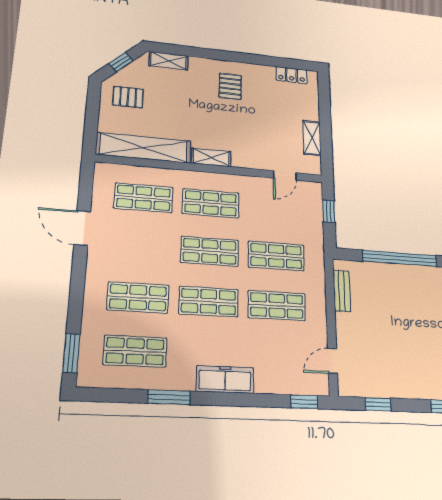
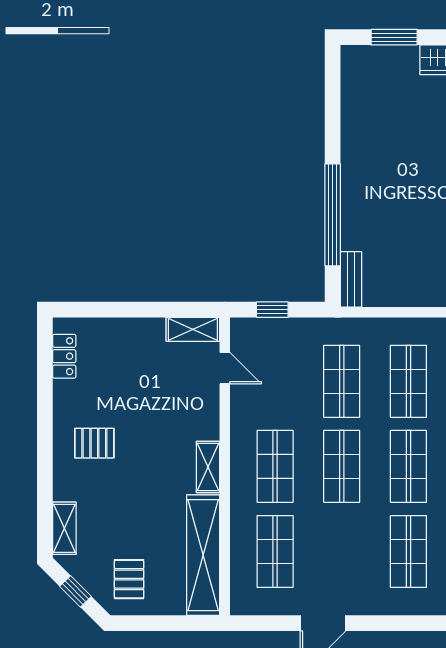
shelving: (312, 138) -> (193, 329), moved
bench: (342, 291) -> (351, 279), moved, turned 90

